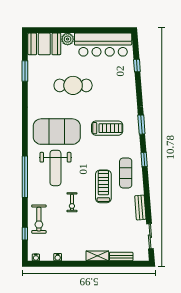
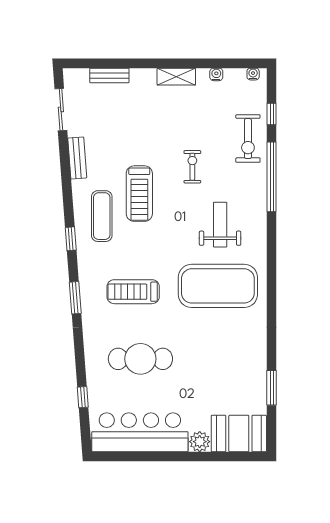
cafe table: (73, 85) -> (140, 359), moved
weight bench: (55, 168) -> (220, 225), width x0.73, depth x0.75
window: (25, 177) -> (272, 177), moved
exercise bike: (39, 219) -> (248, 139), turned 180
shelving: (97, 256) -> (176, 77), moved

